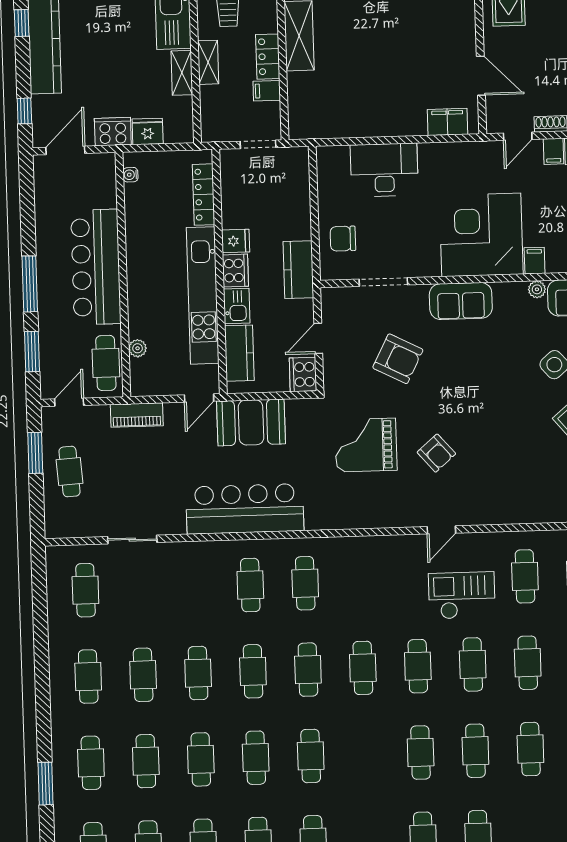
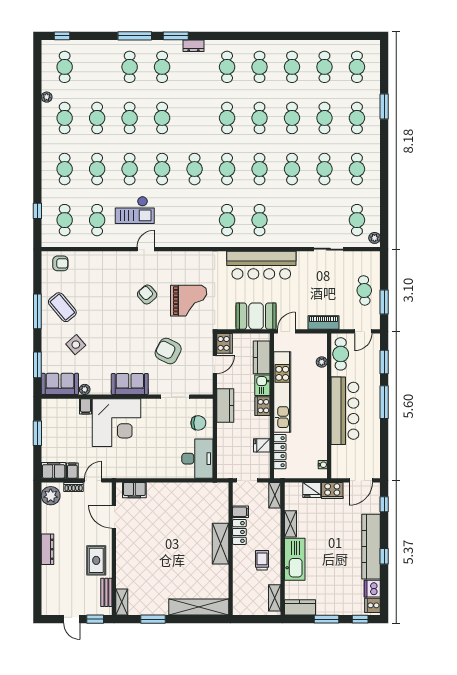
shelving: (208, 62) -> (275, 495), moved
desk: (384, 170) -> (197, 459), moved, turned -90
fridge: (236, 241) -> (262, 445), moved
plant: (55, 561) -> (375, 238), added

